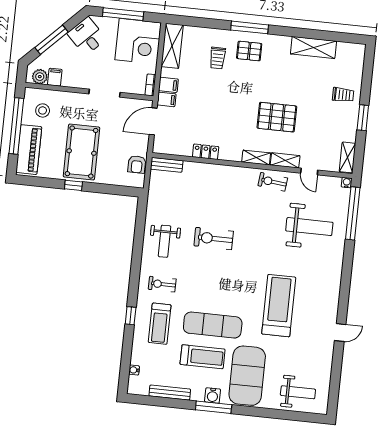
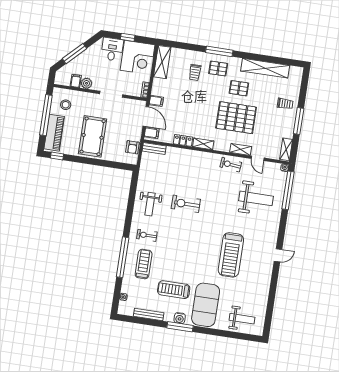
window: (123, 14) -> (128, 37), width x0.46
desk: (87, 36) -> (112, 49), moved, turned 45
shelving: (313, 48) -> (265, 68), width x1.47
plant: (40, 77) -> (86, 83), moved
pallet: (279, 77) -> (239, 88), added
filing cabinet: (168, 85) -> (152, 133), moved
pallet: (277, 117) -> (236, 118), width x1.37, depth x1.41
window: (363, 118) -> (299, 121), width x1.44
door: (153, 121) -> (146, 116), swing flipped
shelving: (256, 158) -> (203, 144), moved
window: (73, 185) -> (57, 156), moved
treadmill: (279, 306) -> (231, 255), turned 180
window: (131, 316) -> (123, 257), width x3.17
treadmill: (160, 324) -> (144, 264), turned 180
exercise mat: (213, 325) -> (182, 267), removed
door: (340, 332) -> (278, 255), moved
treadmill: (203, 357) -> (174, 290), turned 180

